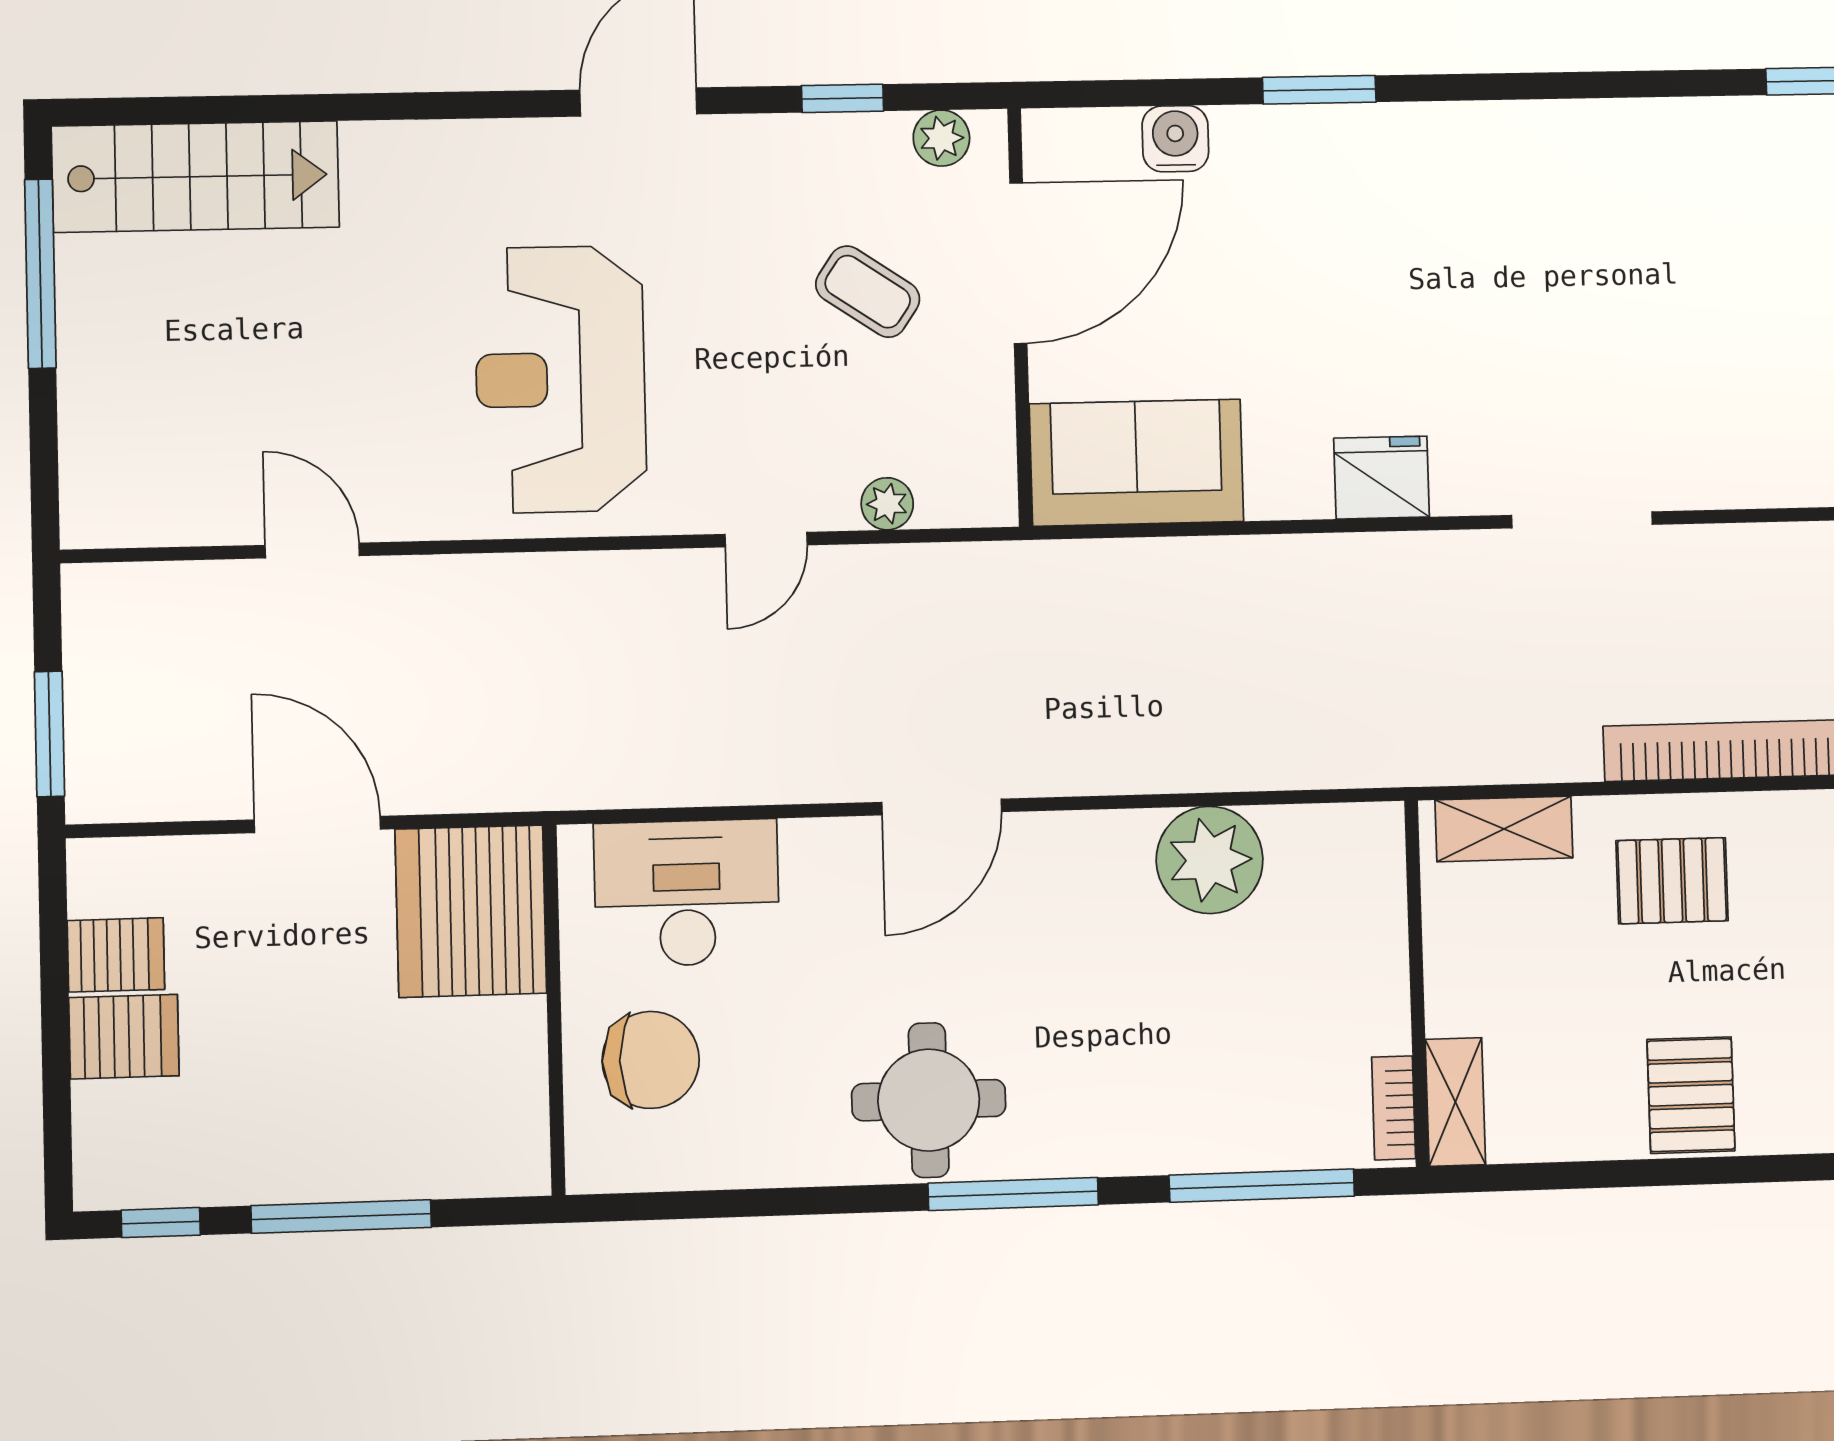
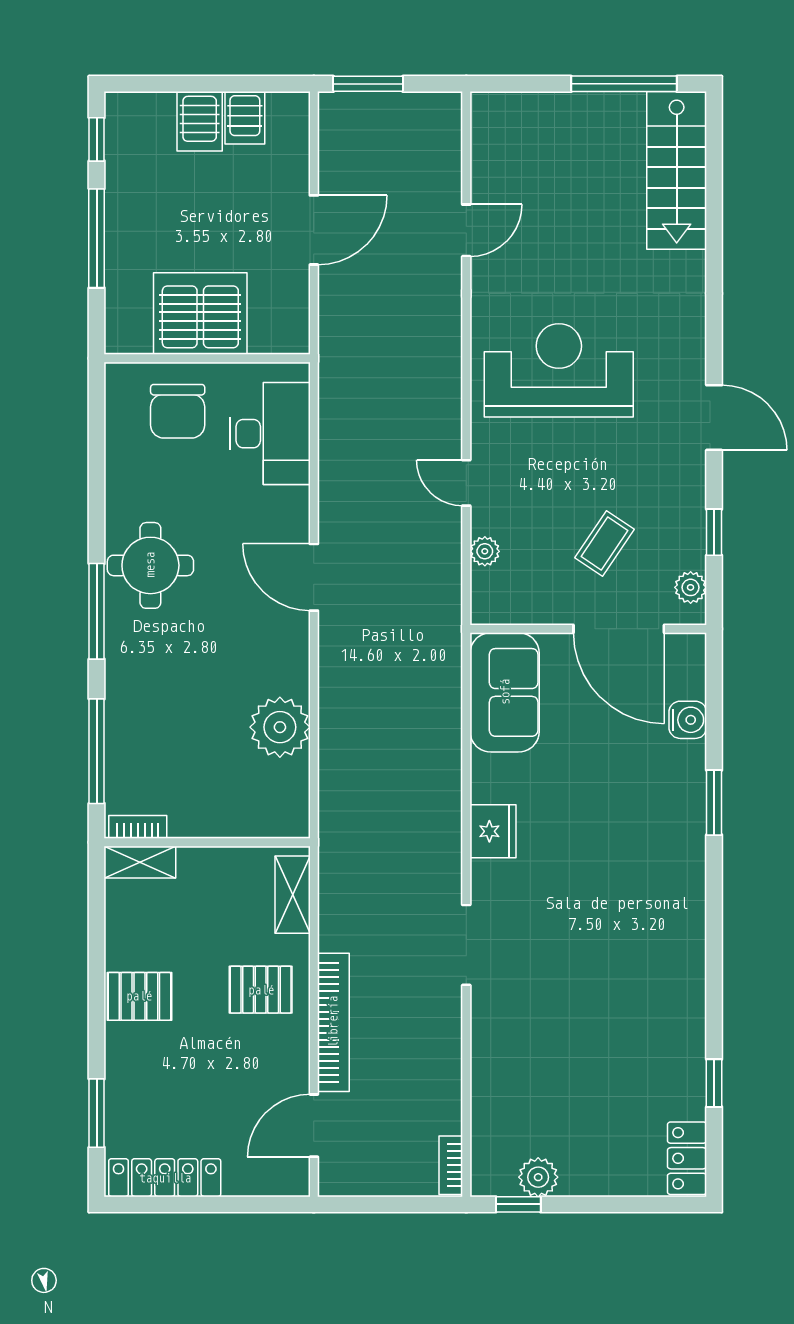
pallet: (1672, 881) -> (261, 990), turned 90
server rack: (471, 911) -> (200, 314), moved

